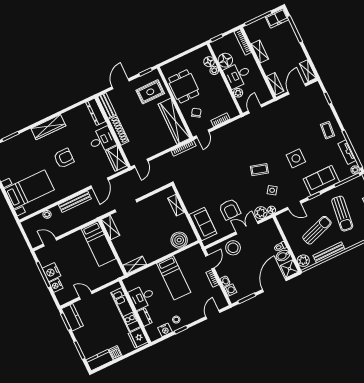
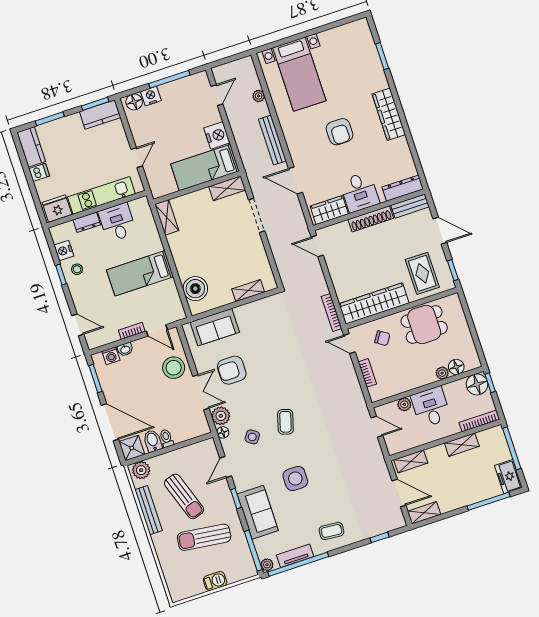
floor lamp: (225, 60) -> (477, 384), moved
nightstand: (51, 272) -> (217, 135), moved, turned 90
door: (86, 295) -> (137, 158), moved
floor lamp: (61, 296) -> (134, 102), added

